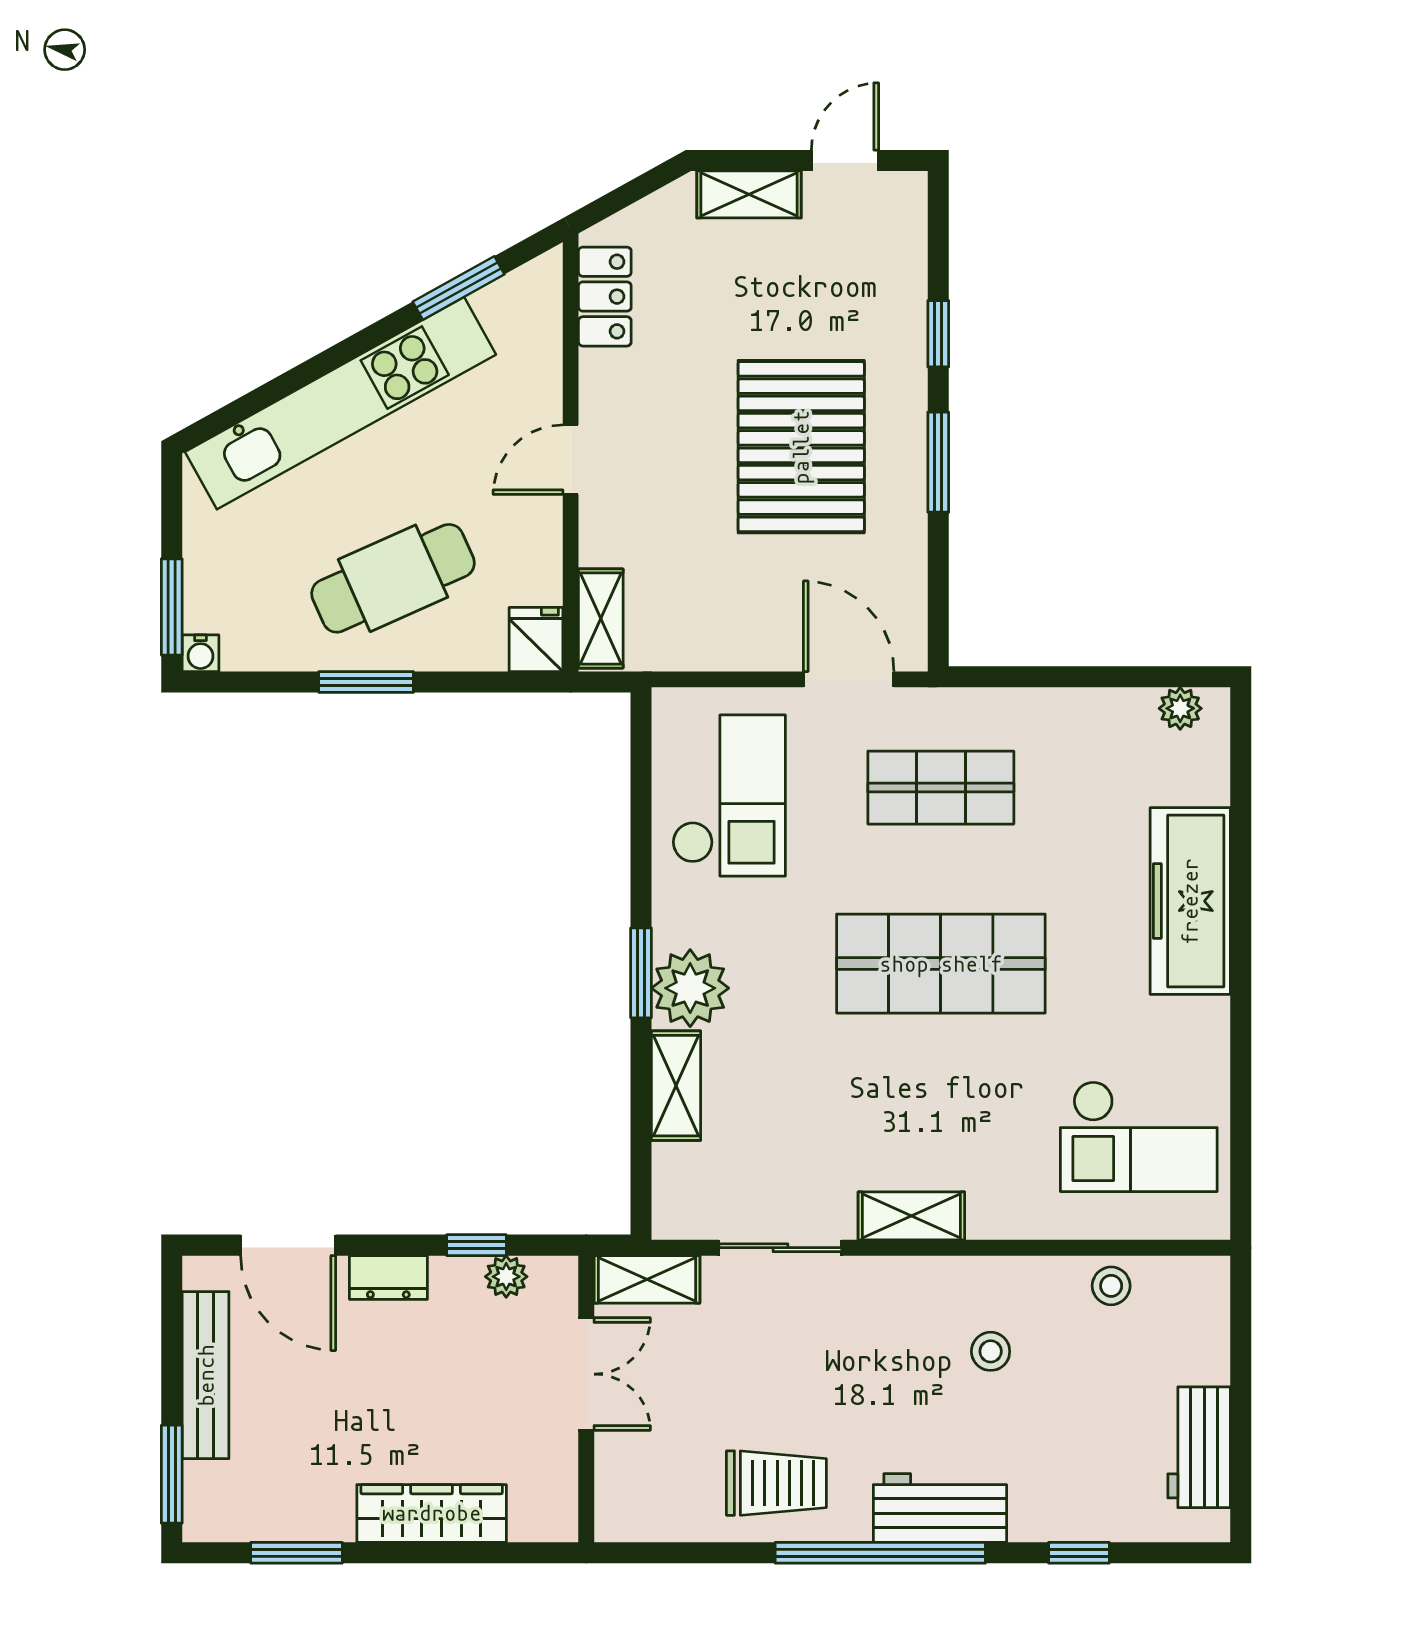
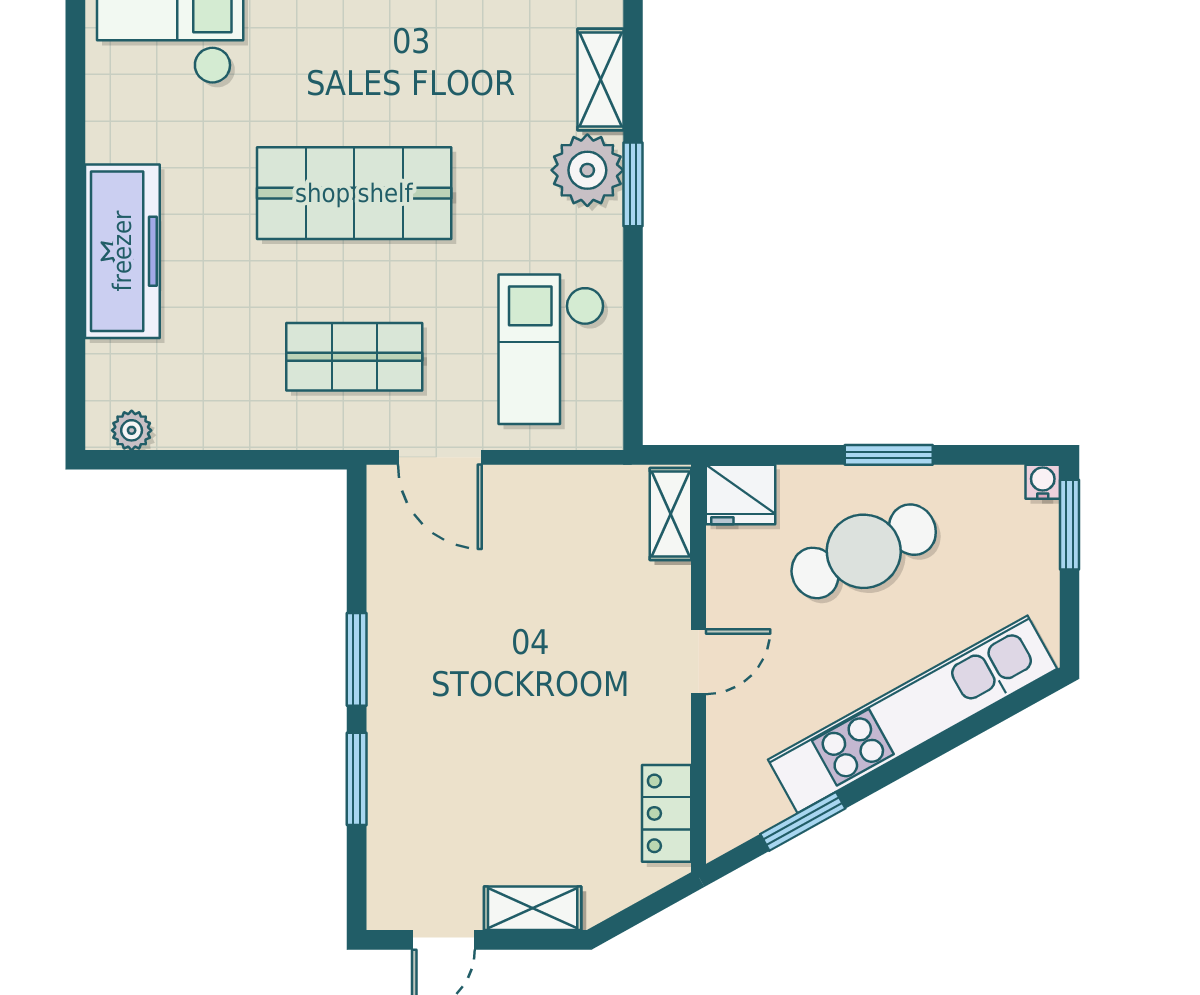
window: (938, 334) -> (357, 779), width x1.50
pallet: (801, 447) -> (484, 674), removed
fridge: (536, 639) -> (740, 494), width x1.38

